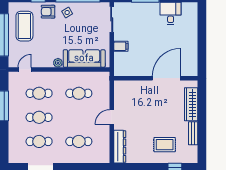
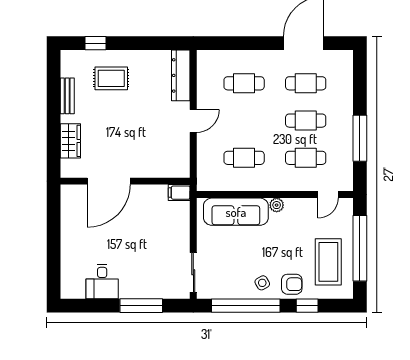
filing cabinet: (121, 46) -> (179, 193), moved
wardrobe: (191, 104) -> (70, 141), width x0.67

